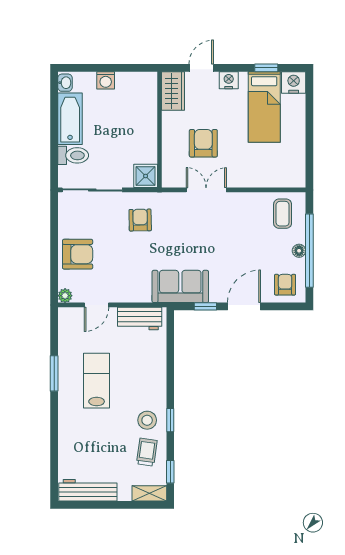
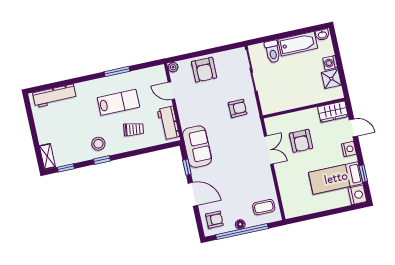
armchair: (203, 143) -> (301, 141), turned 90
shower: (146, 176) -> (331, 79), moved
trolley: (147, 452) -> (134, 129), moved
workbench: (88, 490) -> (55, 96), moved, turned 90

